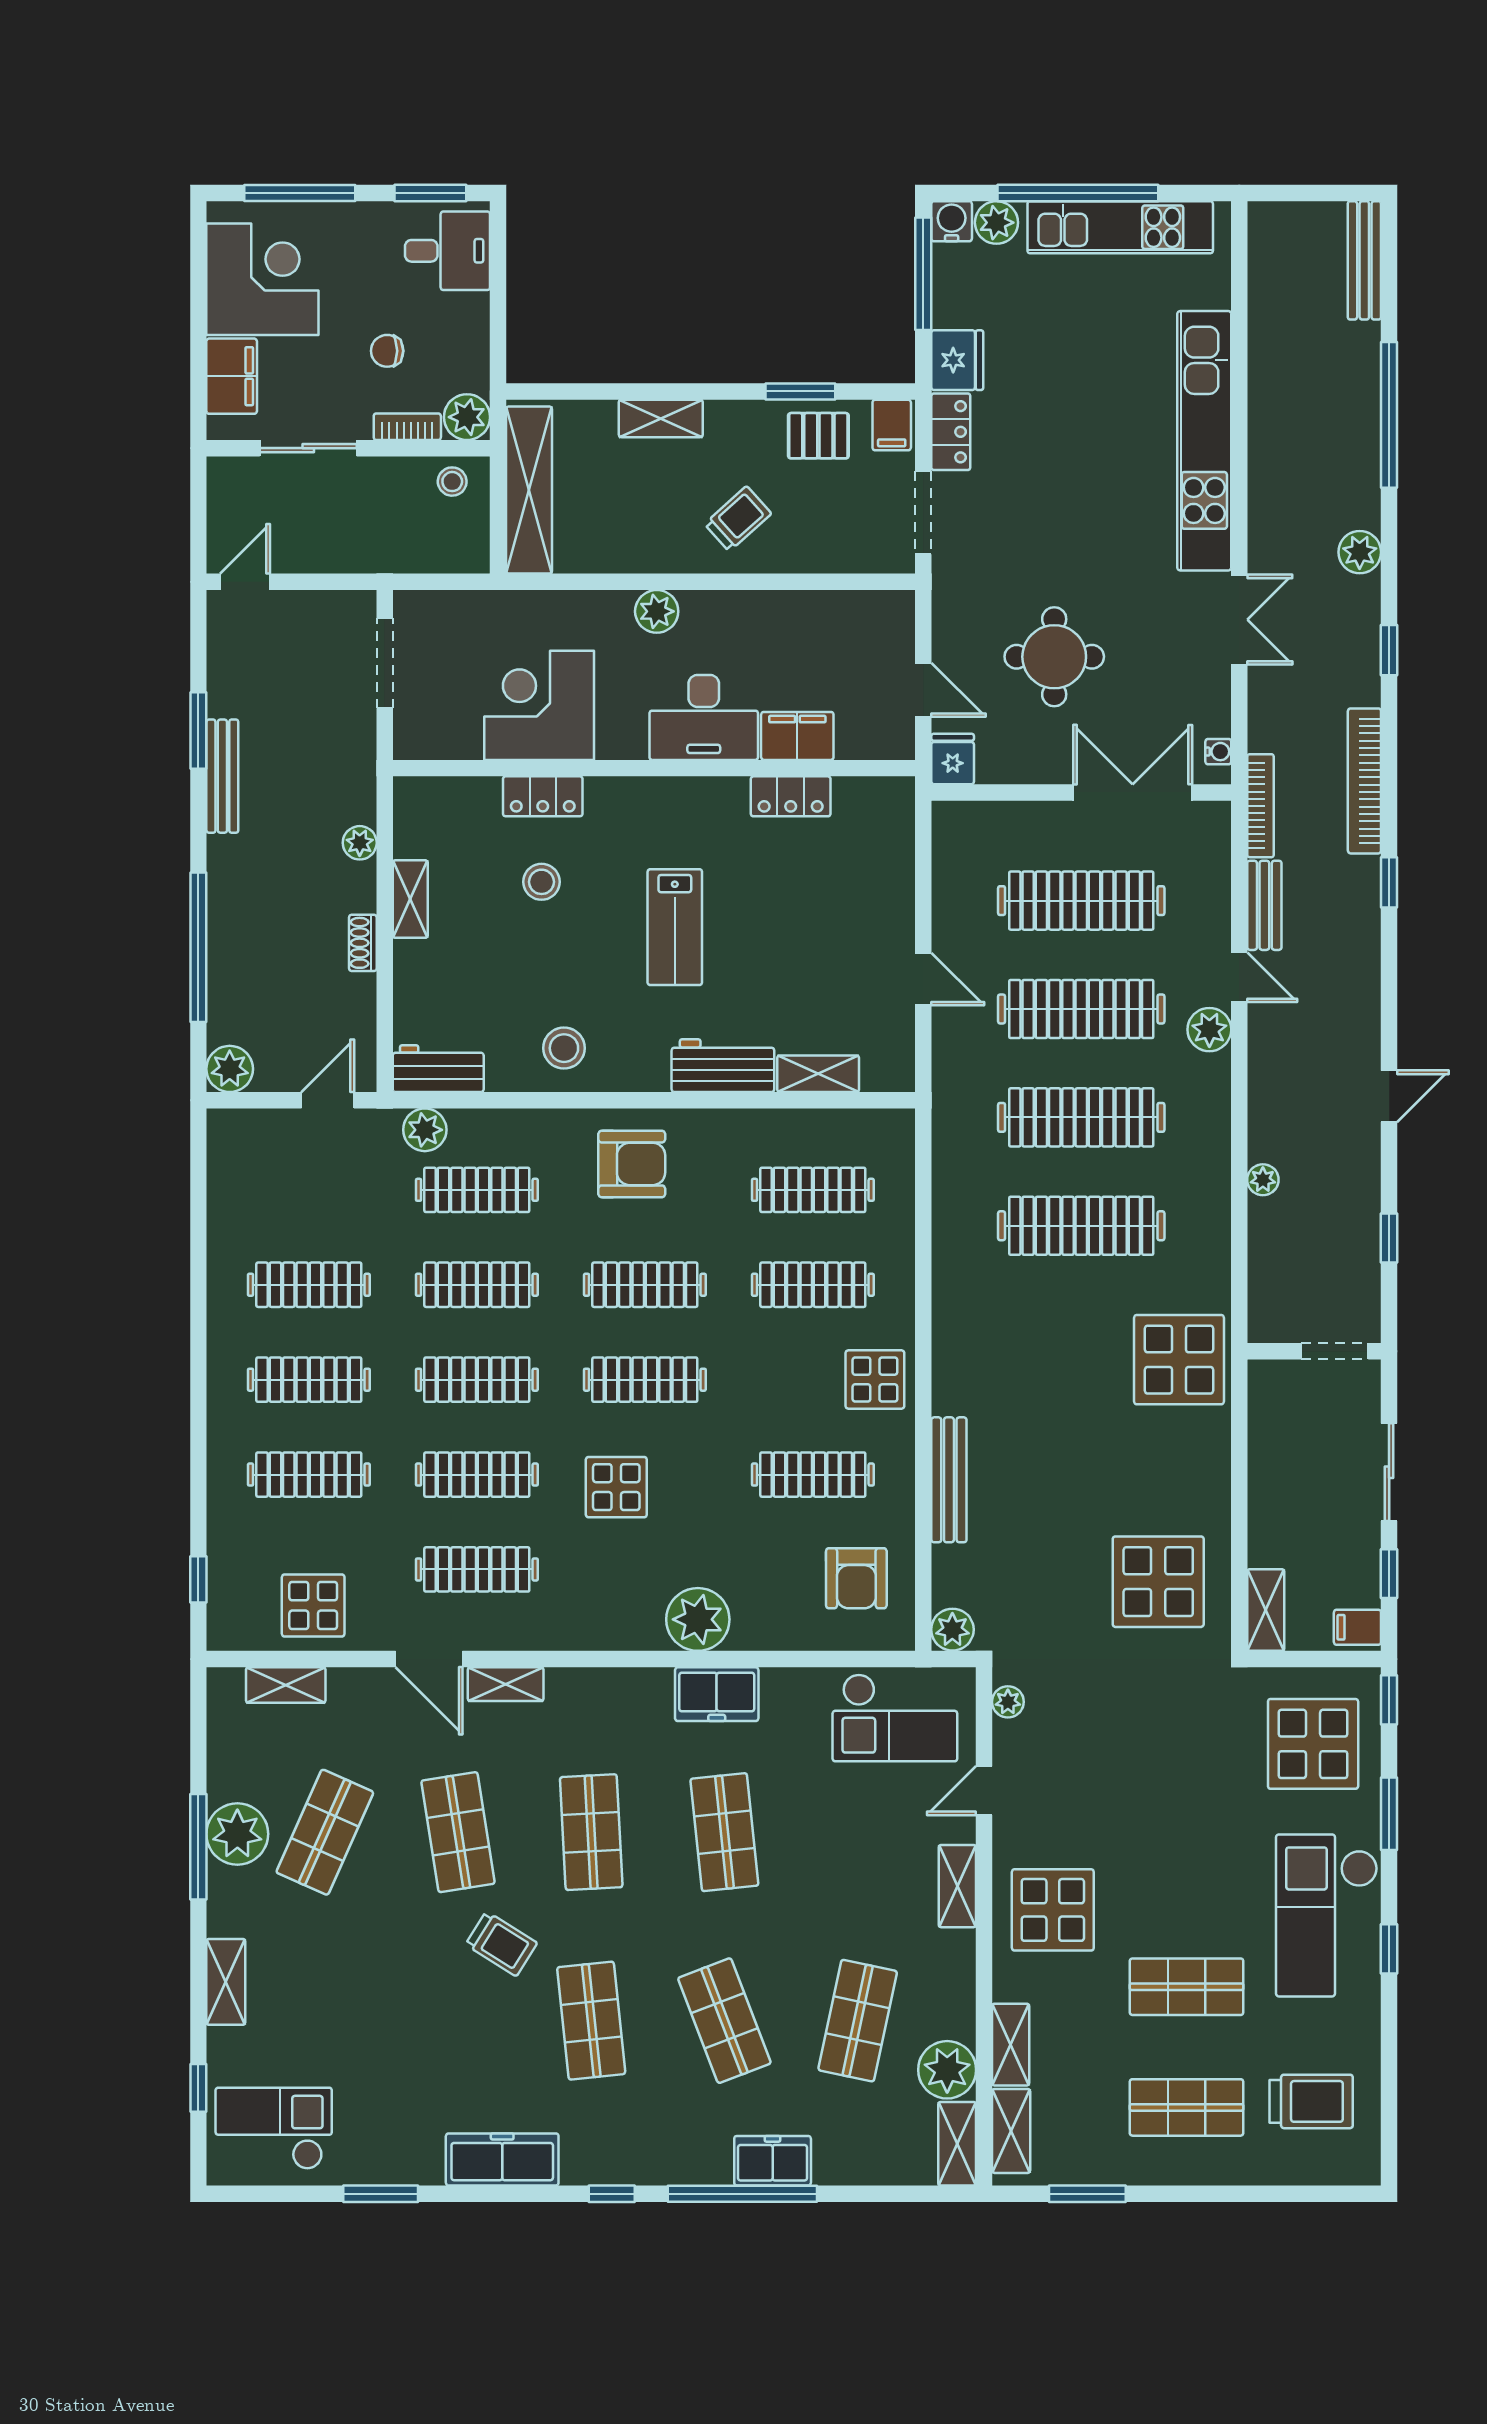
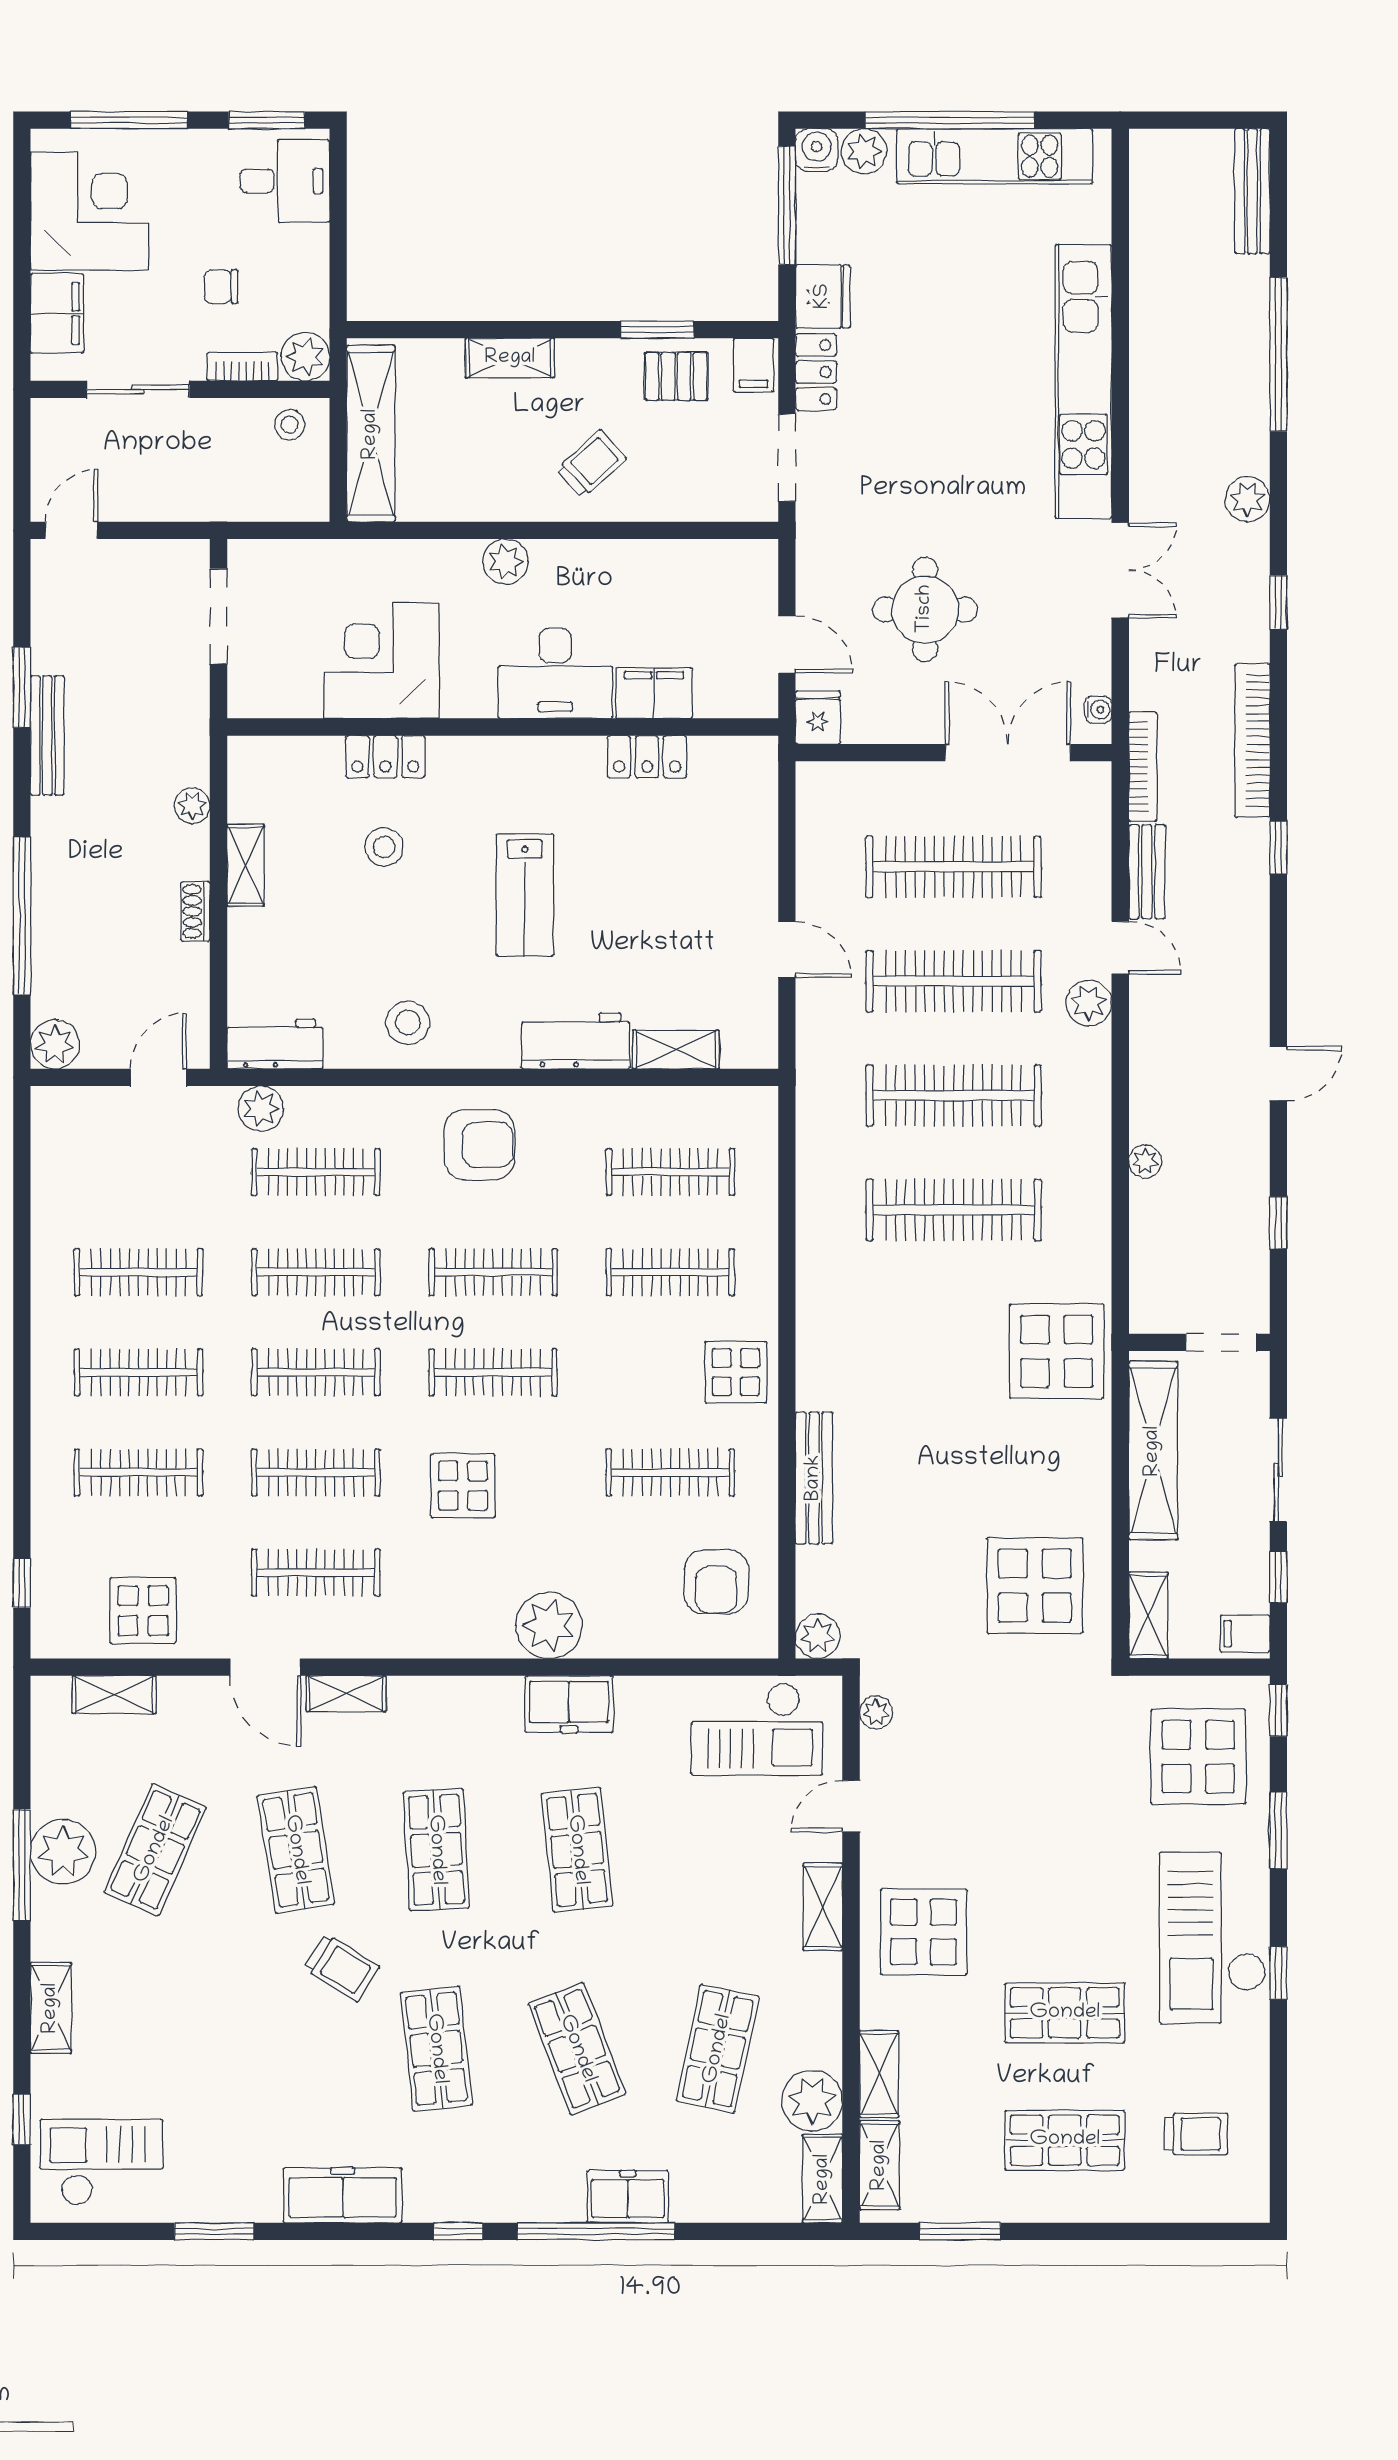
shelving: (1270, 1454) -> (1153, 1451), added
trolley: (1311, 2101) -> (1196, 2134), width x0.73, depth x0.72

